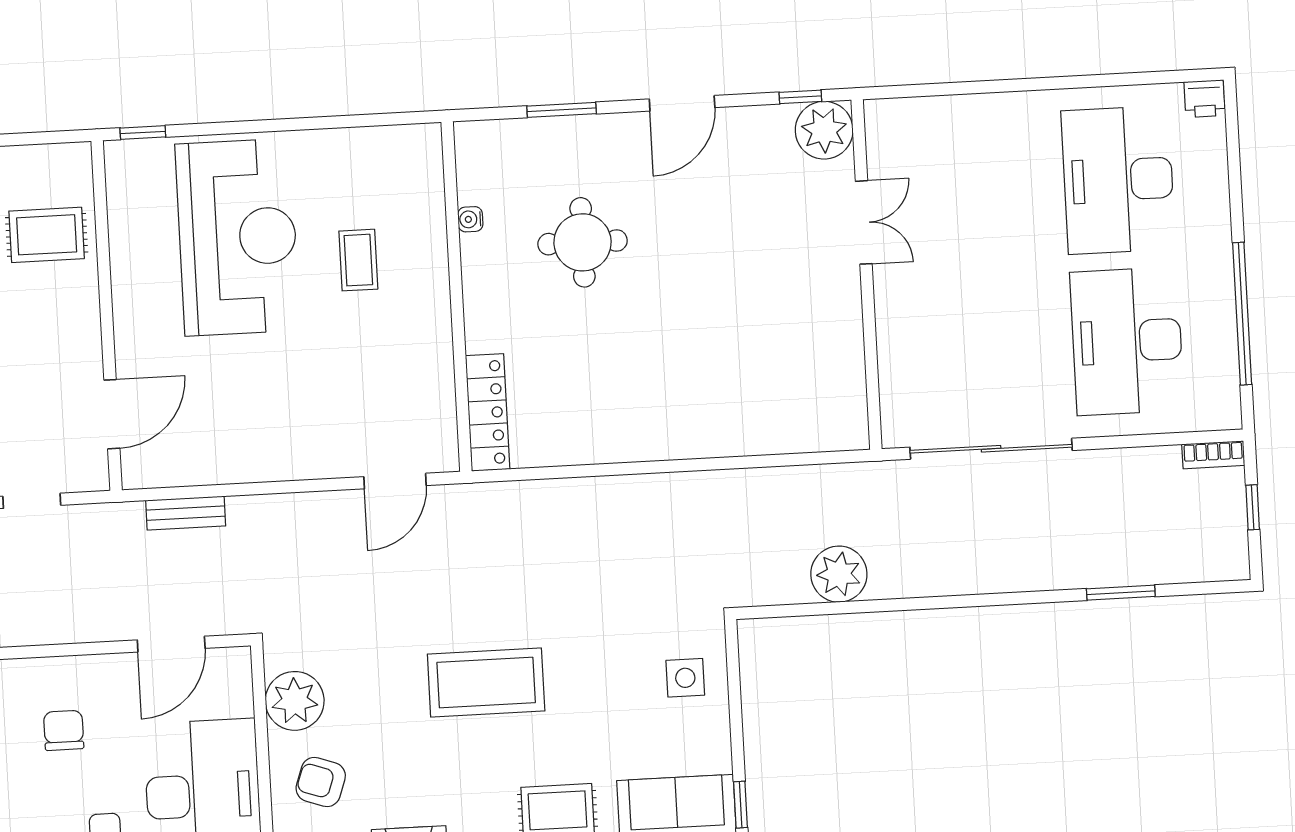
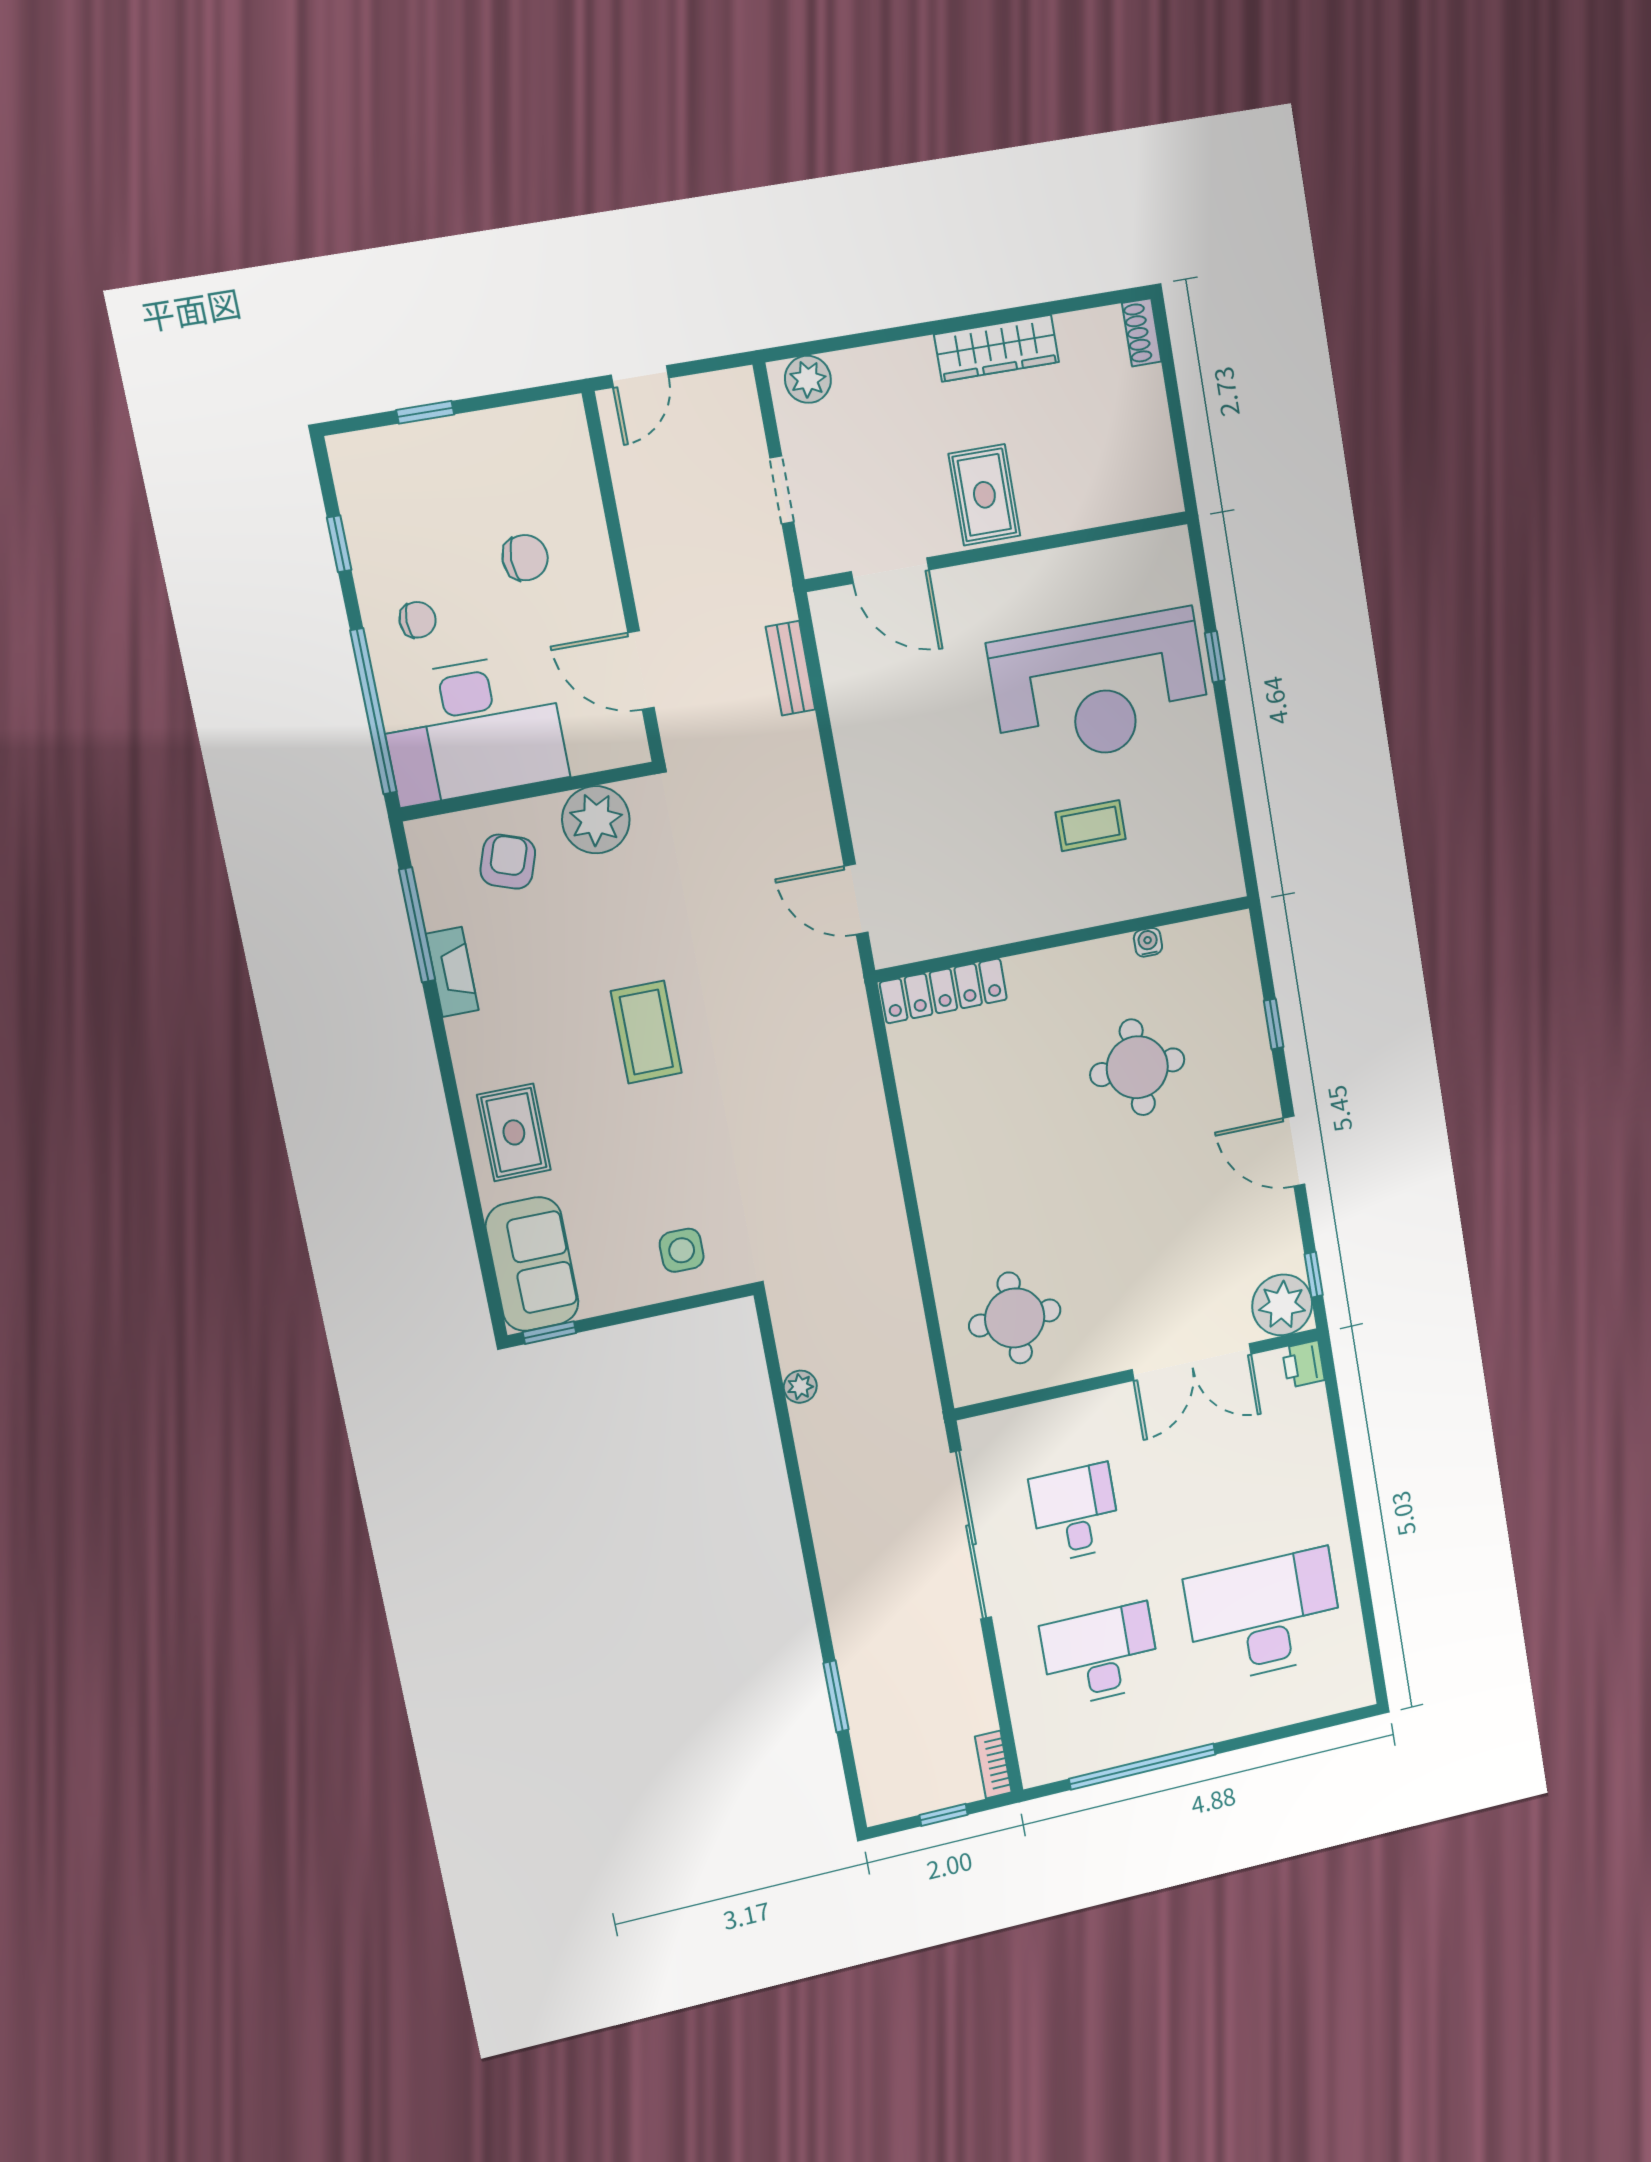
printer: (1205, 99) -> (1303, 1364), moved
window: (562, 110) -> (1274, 1024), width x0.67
window: (143, 133) -> (1215, 657), moved
double door: (864, 222) -> (1192, 1362), width x1.37
rug: (47, 235) -> (984, 495), moved
desk: (1127, 341) -> (1100, 1655), width x0.73, depth x0.77
desk: (987, 349) -> (1075, 1513), added
round table: (795, 384) -> (1015, 1318), added
plant: (839, 574) -> (800, 1387), width x0.53, depth x0.53
coffee table: (486, 683) -> (646, 1032), width x0.73, depth x0.76

